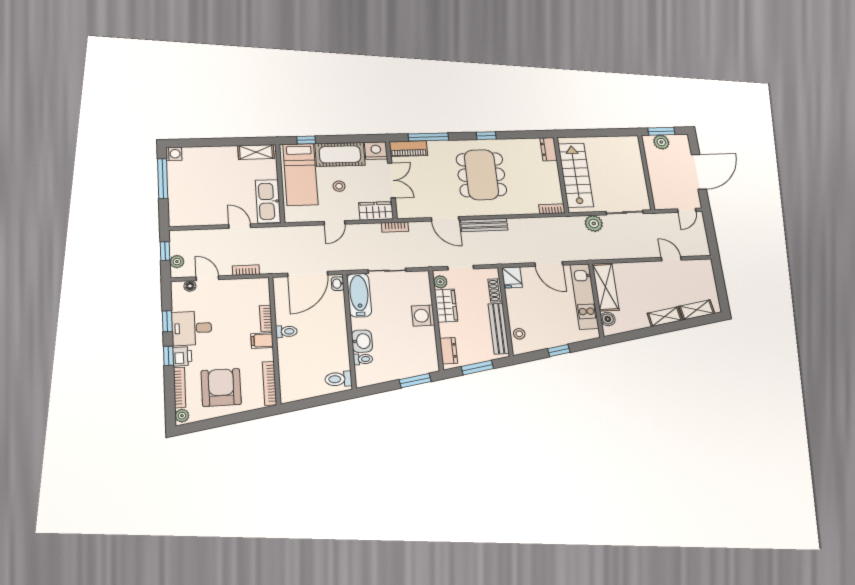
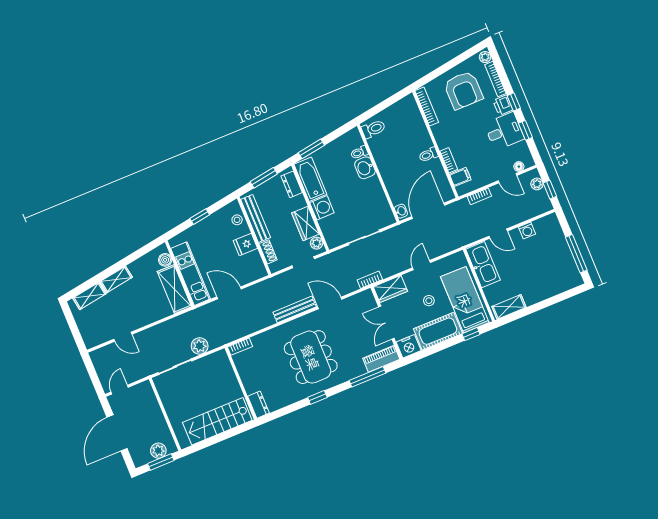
washing machine: (174, 154) -> (527, 230), moved, turned -90
stairs: (576, 175) -> (217, 421), moved, turned 90
fridge: (512, 277) -> (245, 244), moved, turned -90
bathtub: (359, 295) -> (310, 179), moved, turned 180
filing cabinet: (262, 341) -> (460, 177), moved

